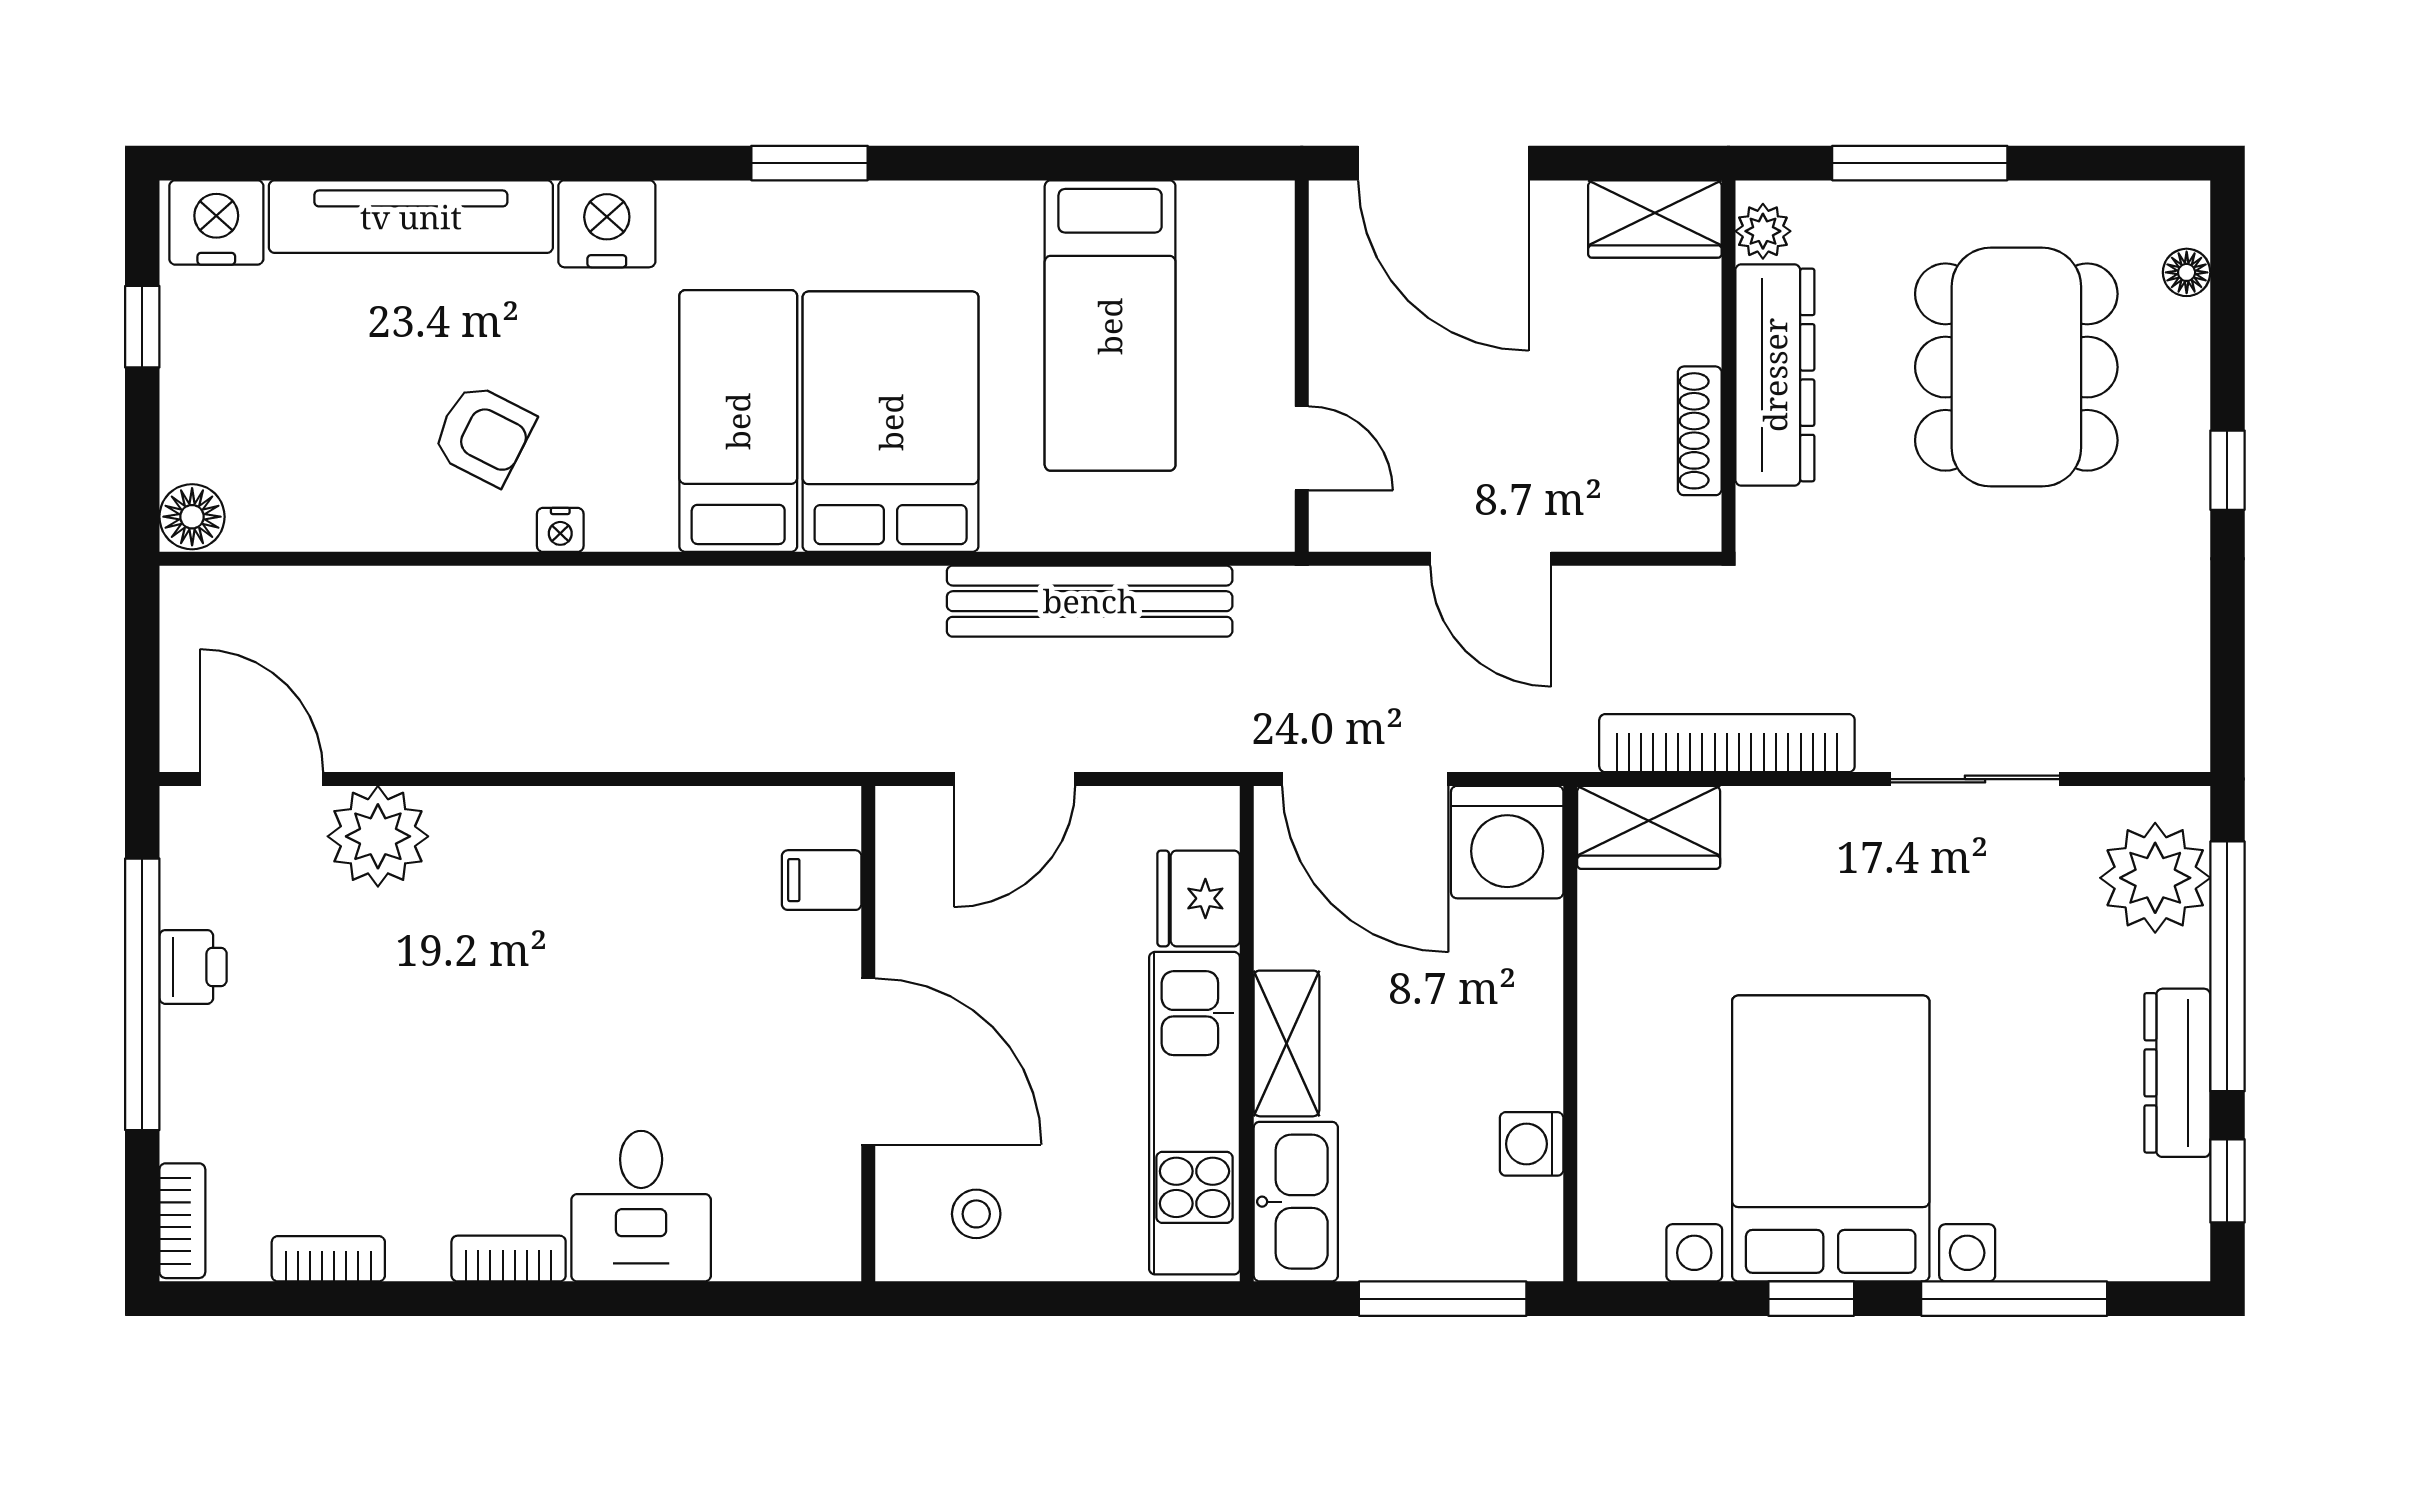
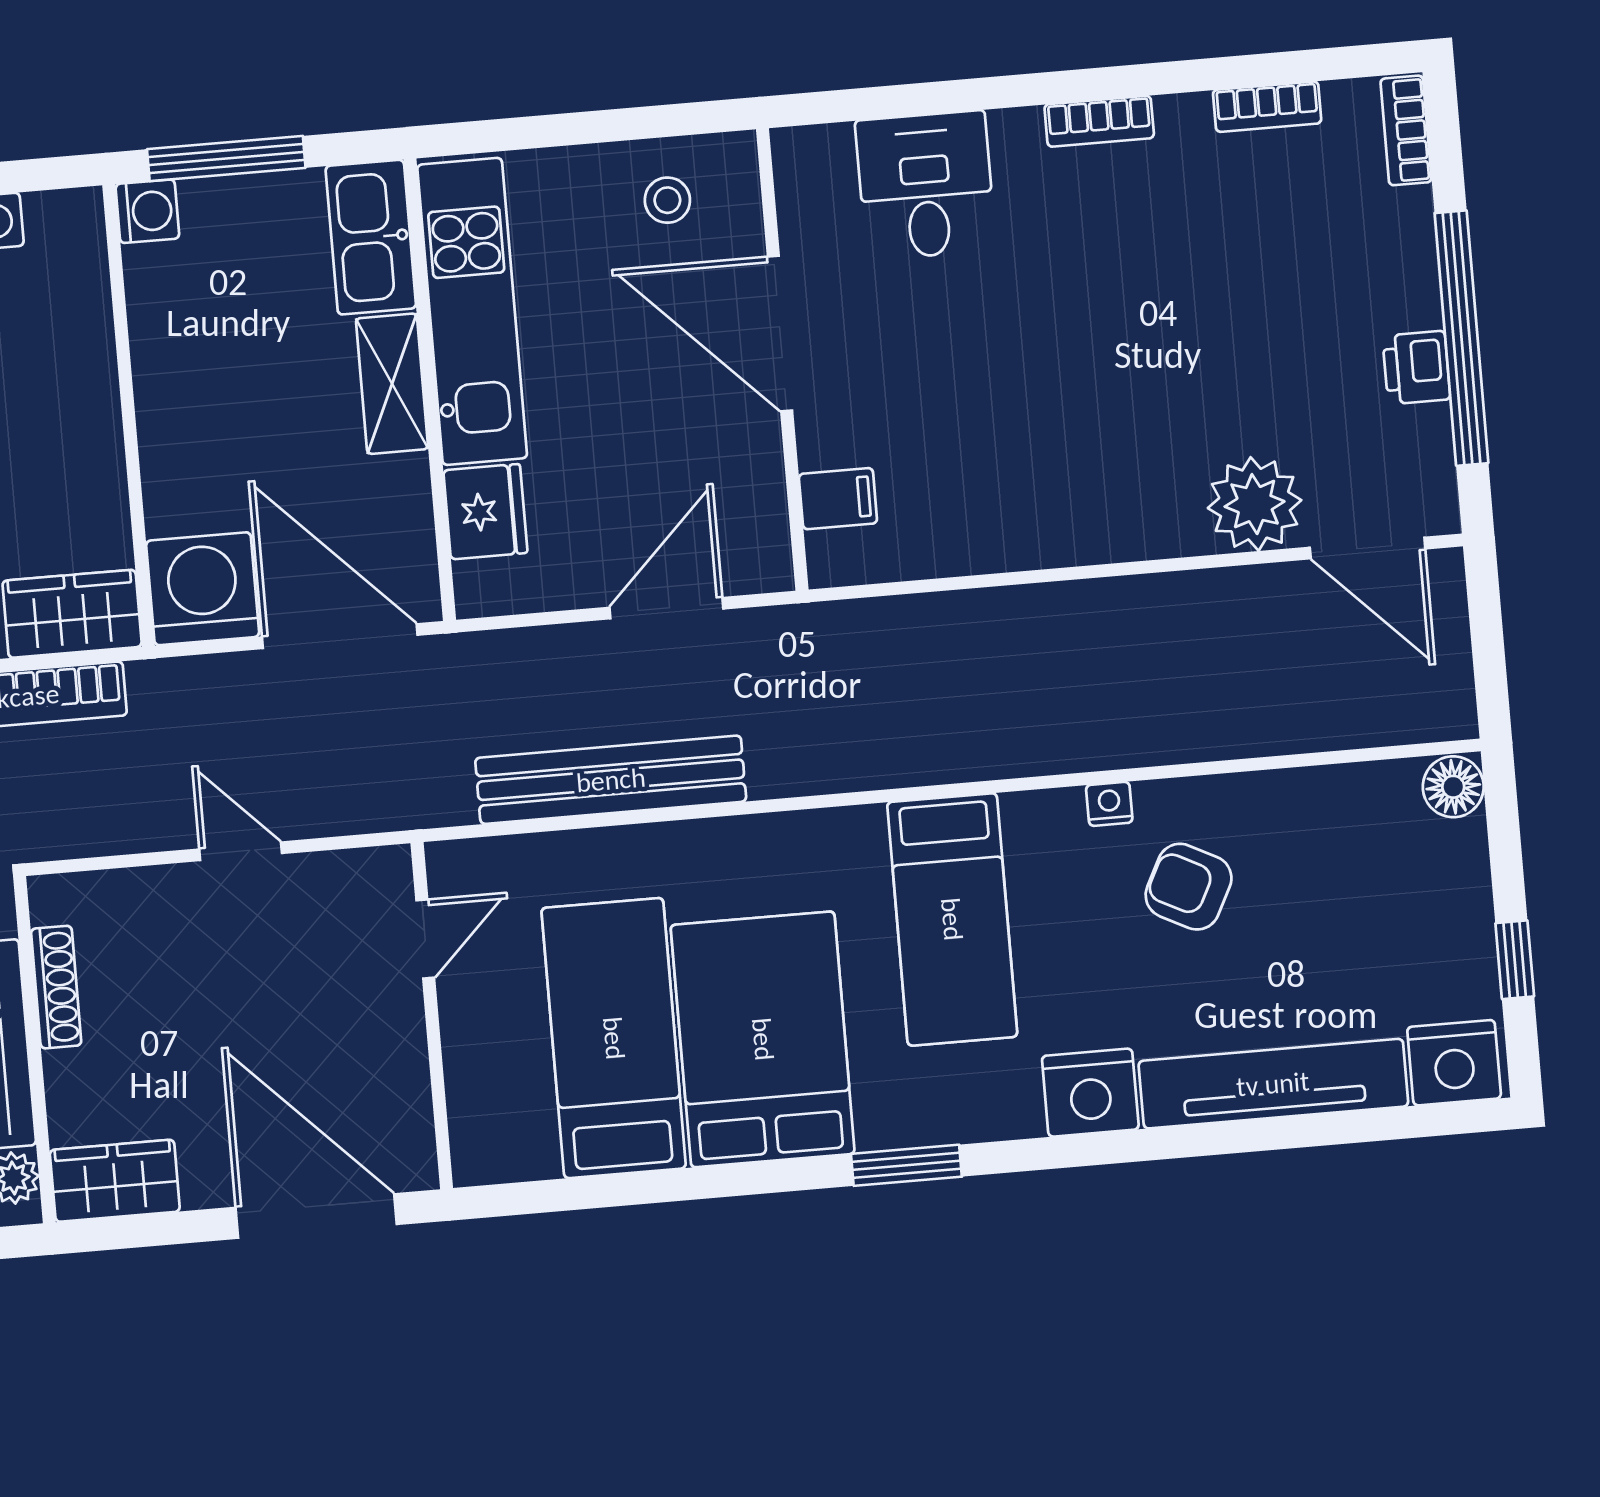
bed: (891, 422) -> (763, 1039), moved, turned 180
door: (1302, 448) -> (425, 939), swing flipped
door: (1491, 559) -> (241, 851), width x0.73
washing machine: (1532, 1144) -> (147, 211), moved
desk: (641, 1206) -> (926, 185), moved

